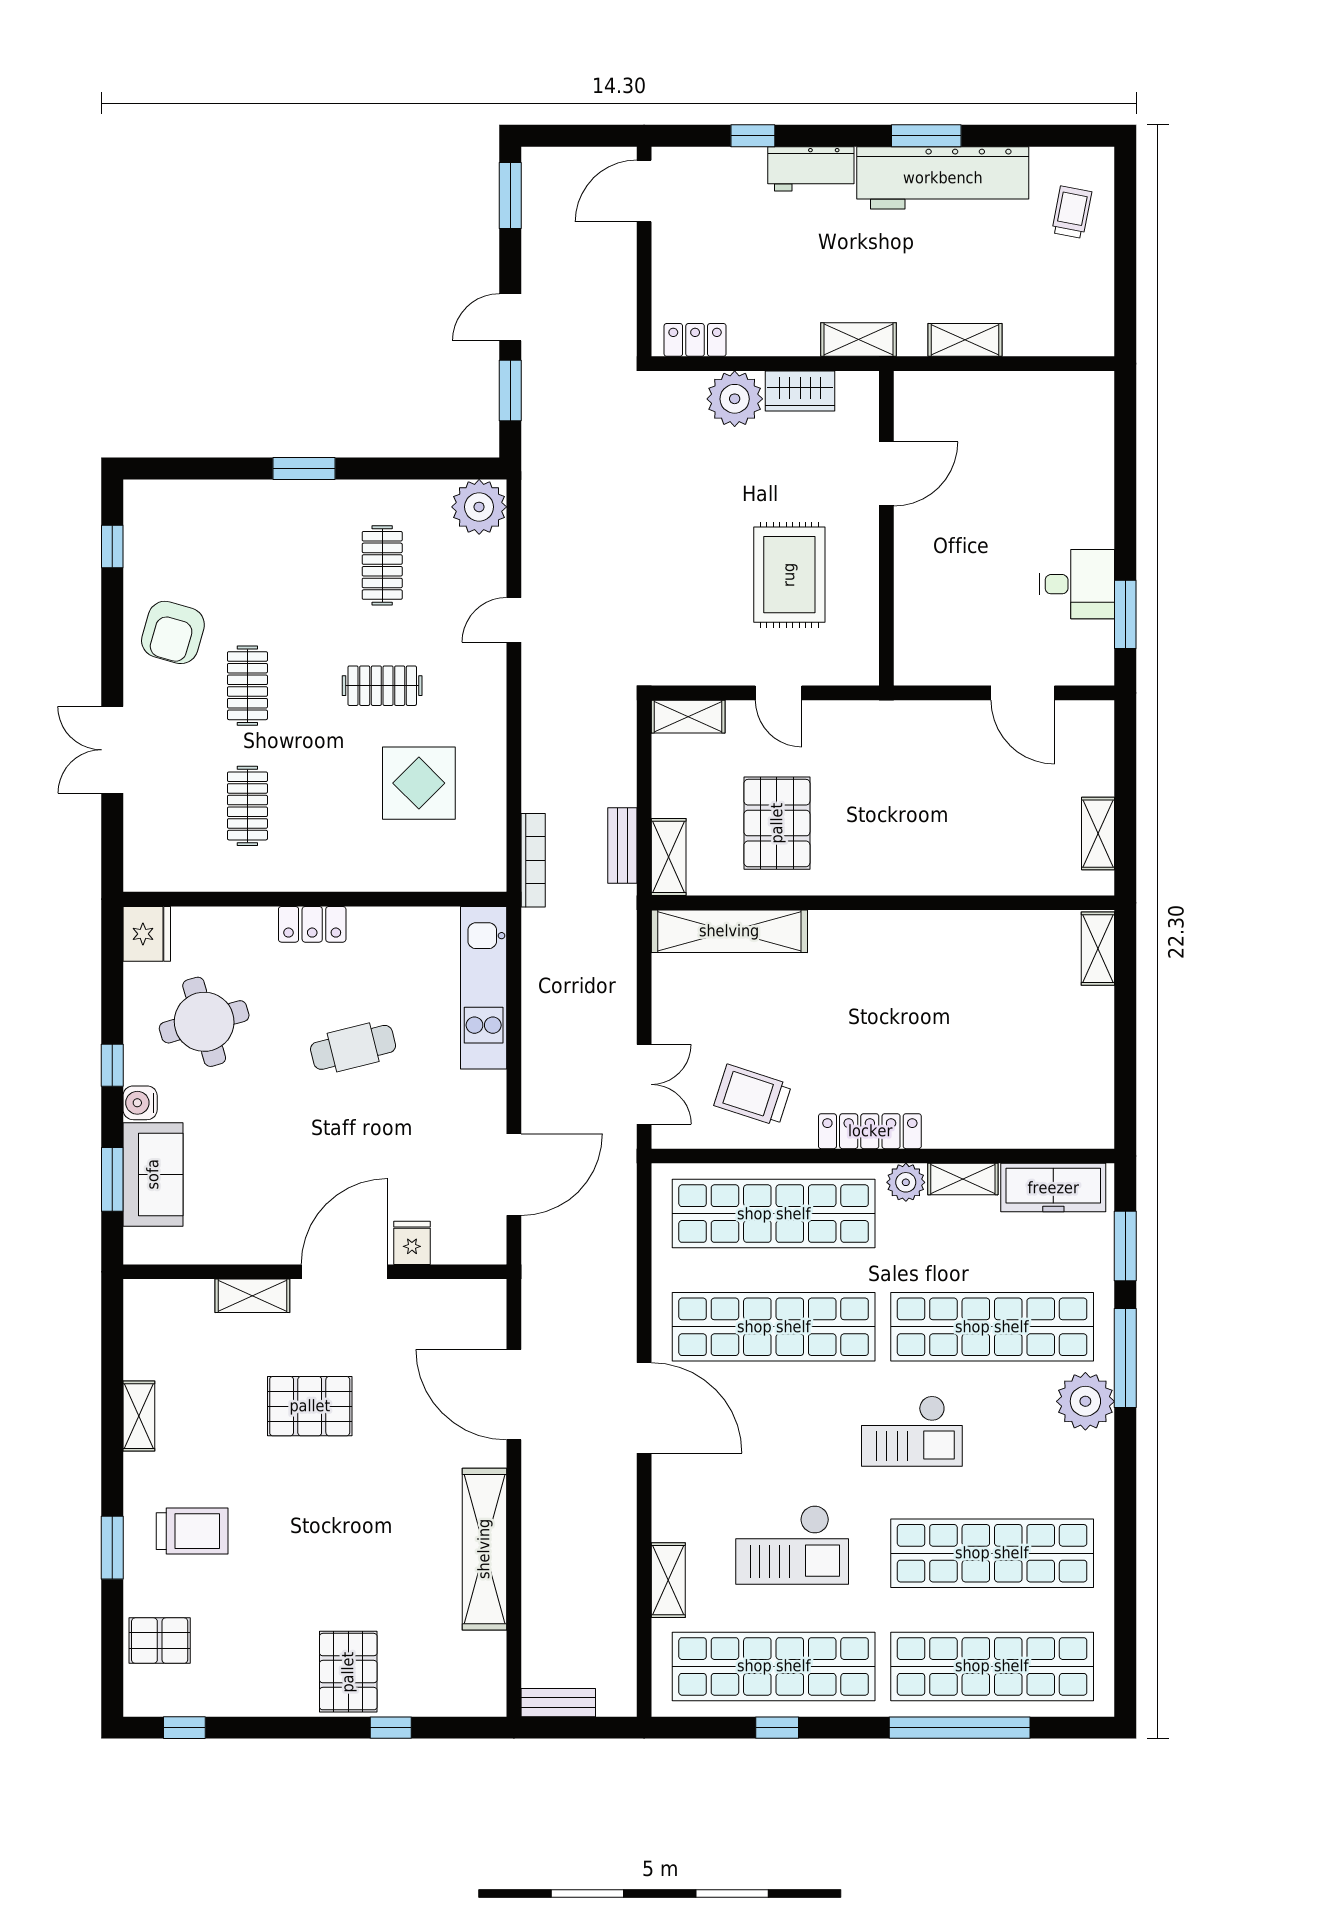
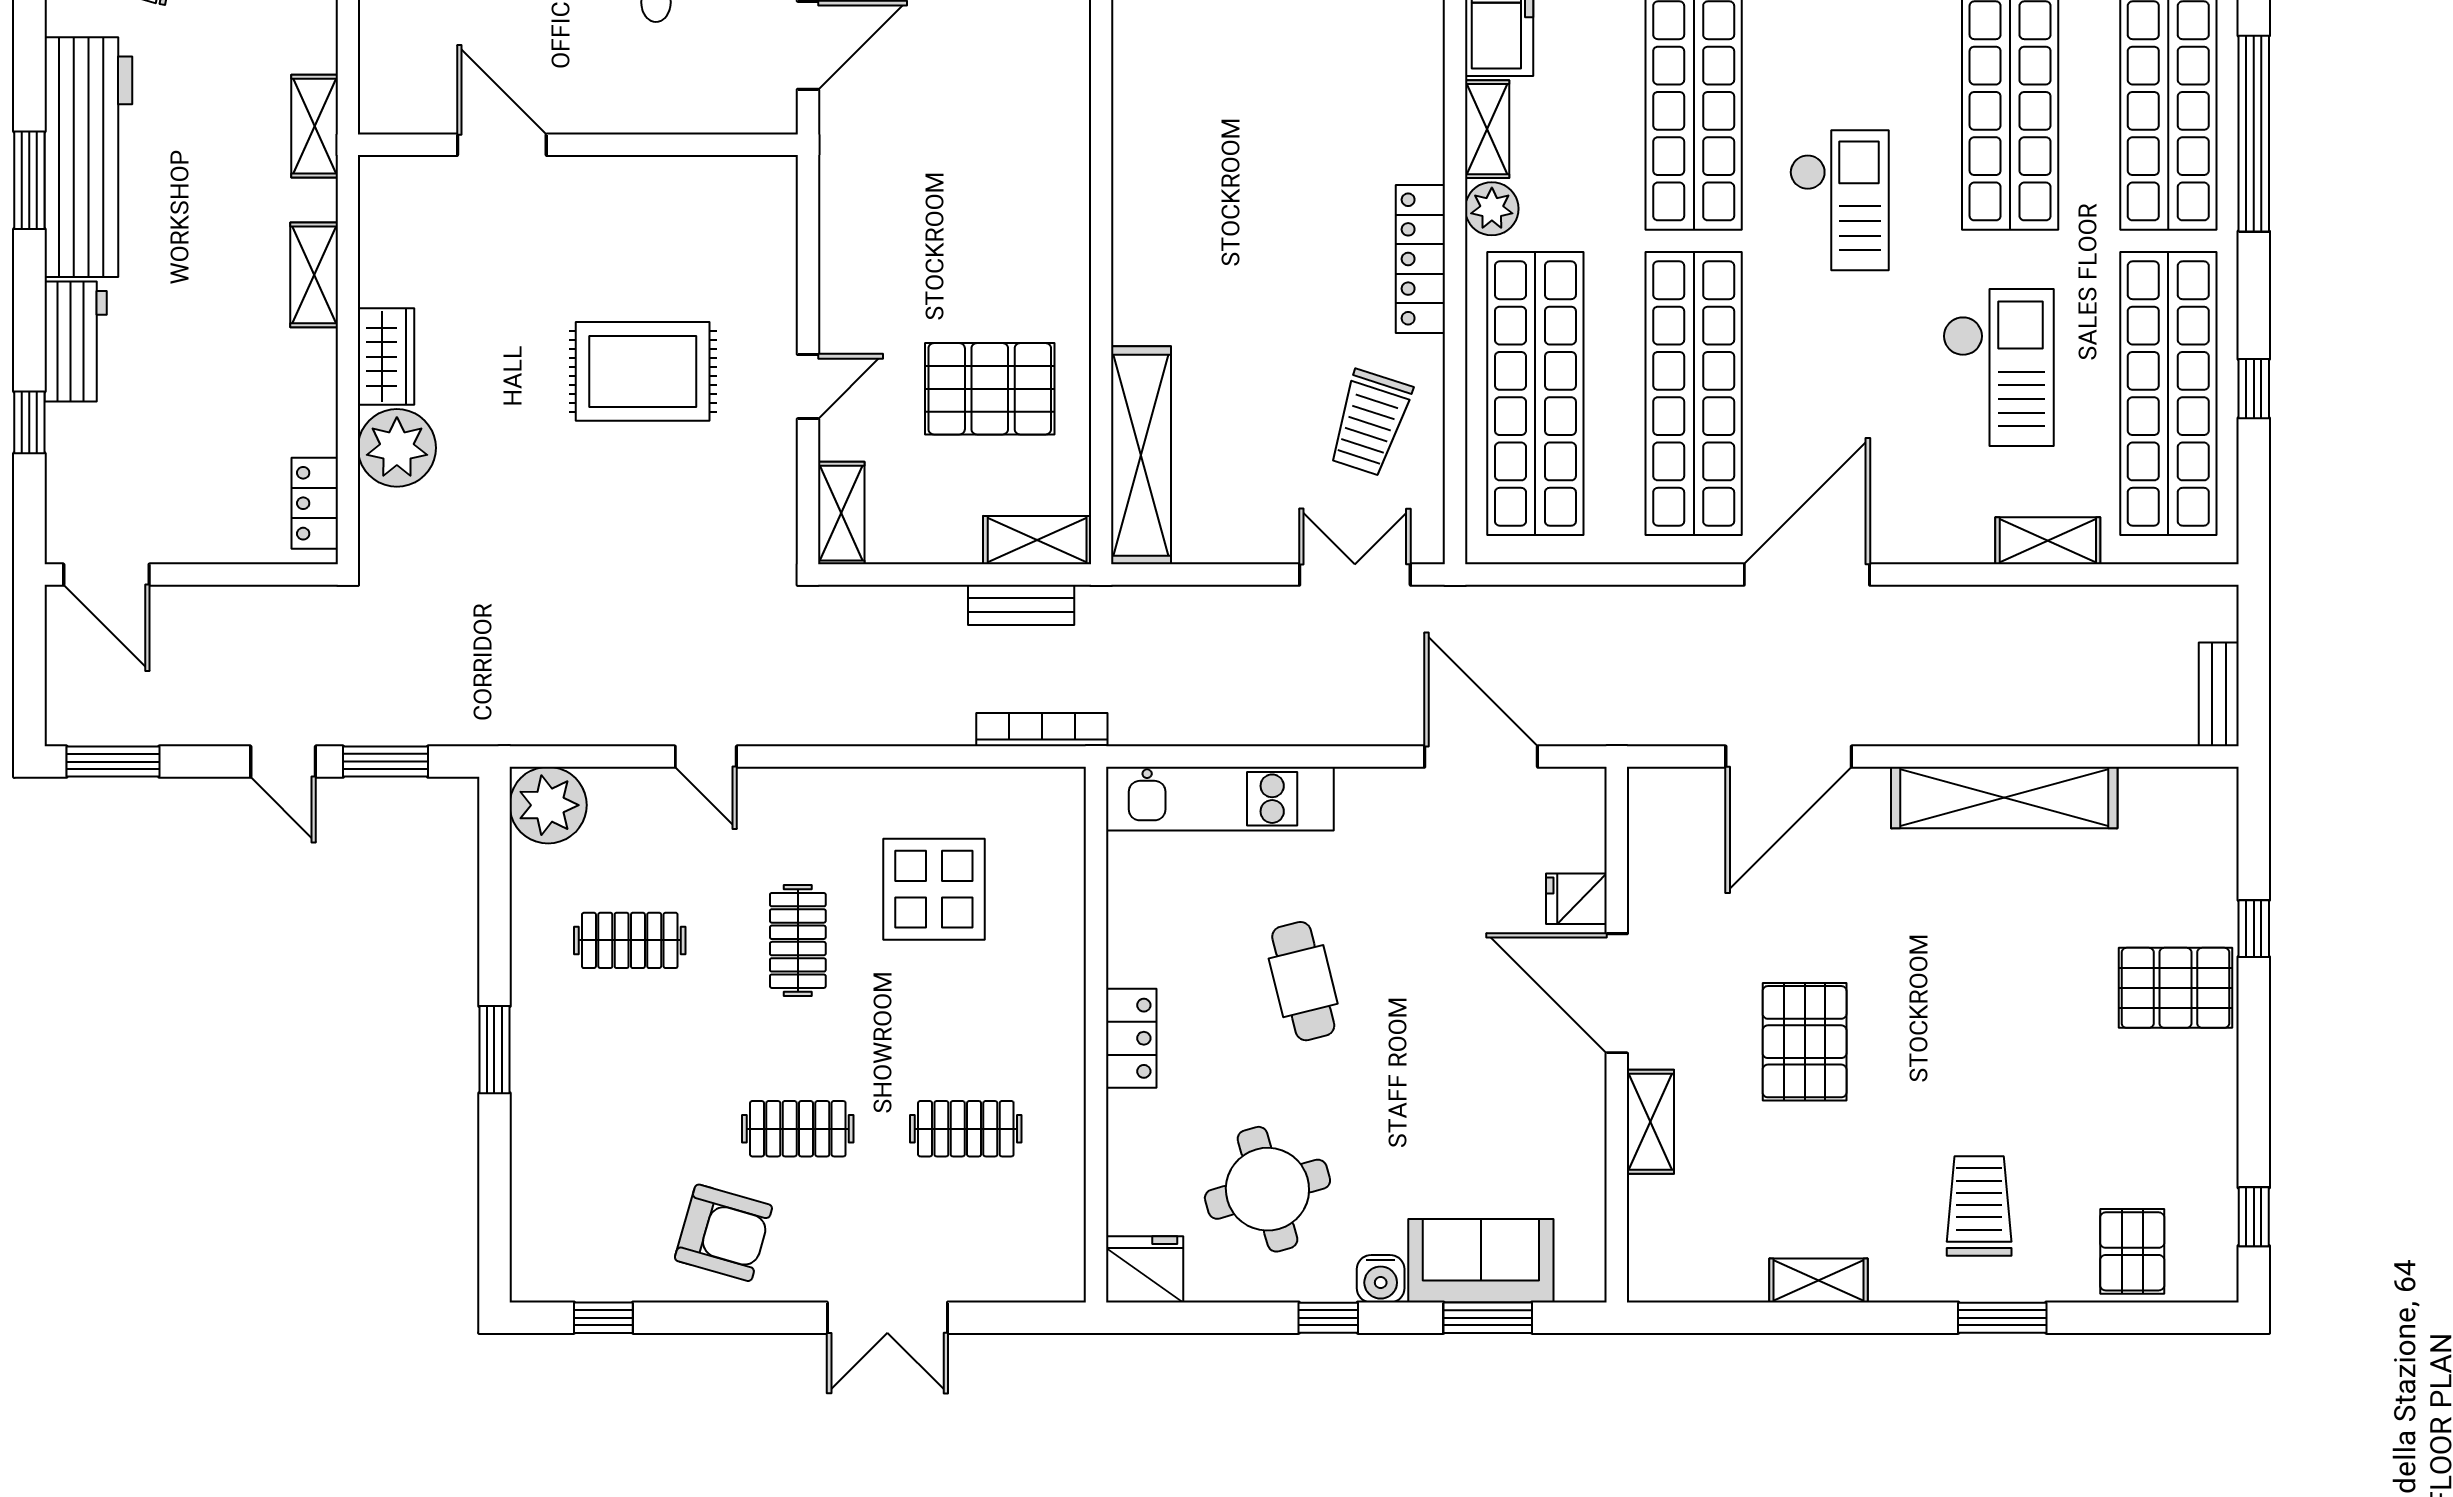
door: (886, 474) -> (502, 145), moved
wall: (886, 528) -> (578, 145), moved

